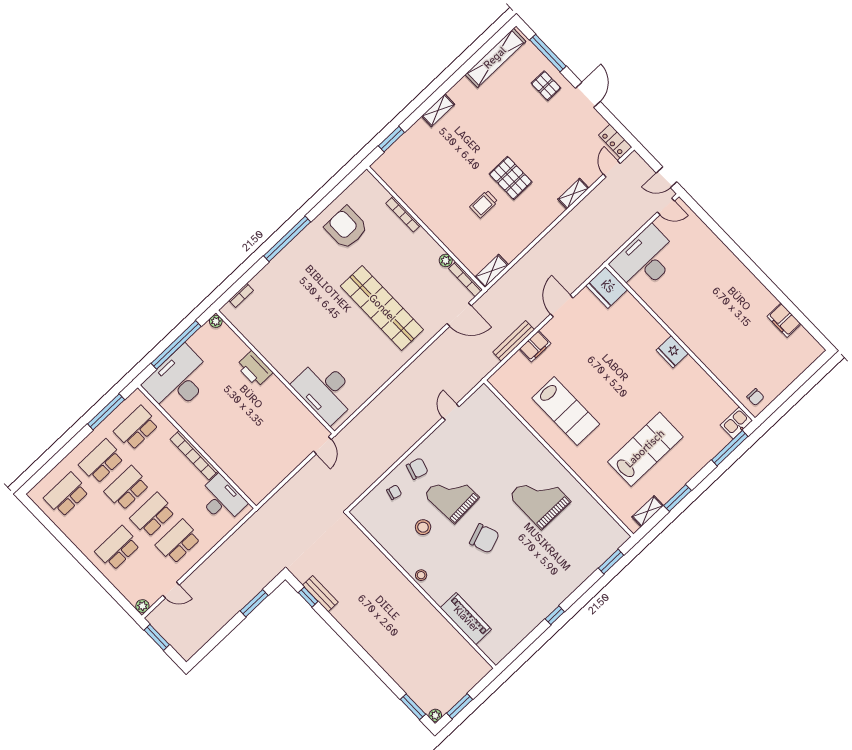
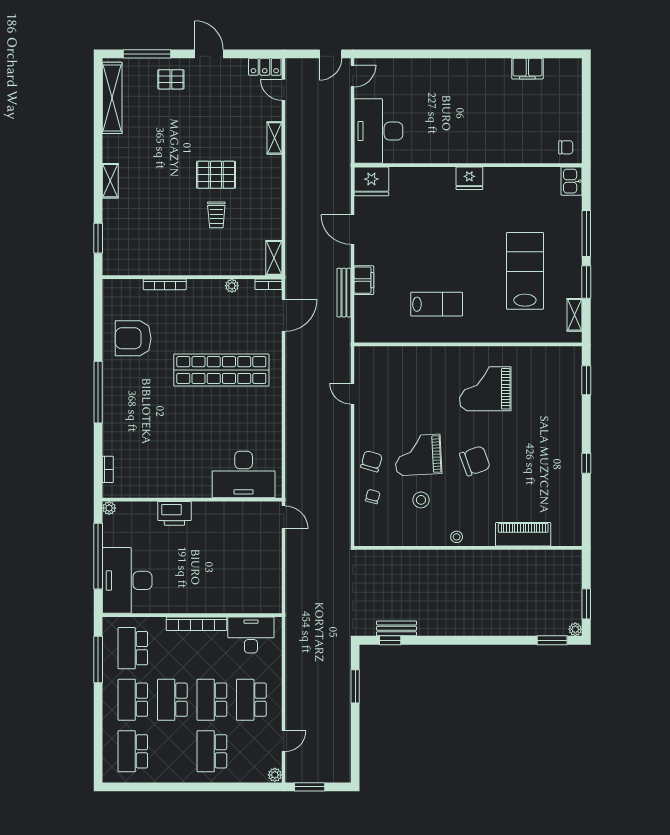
bookcase: (465, 279) -> (268, 284), width x0.64
lab bench: (566, 411) -> (437, 304), width x0.73, depth x0.72
window: (730, 448) -> (586, 234), moved

